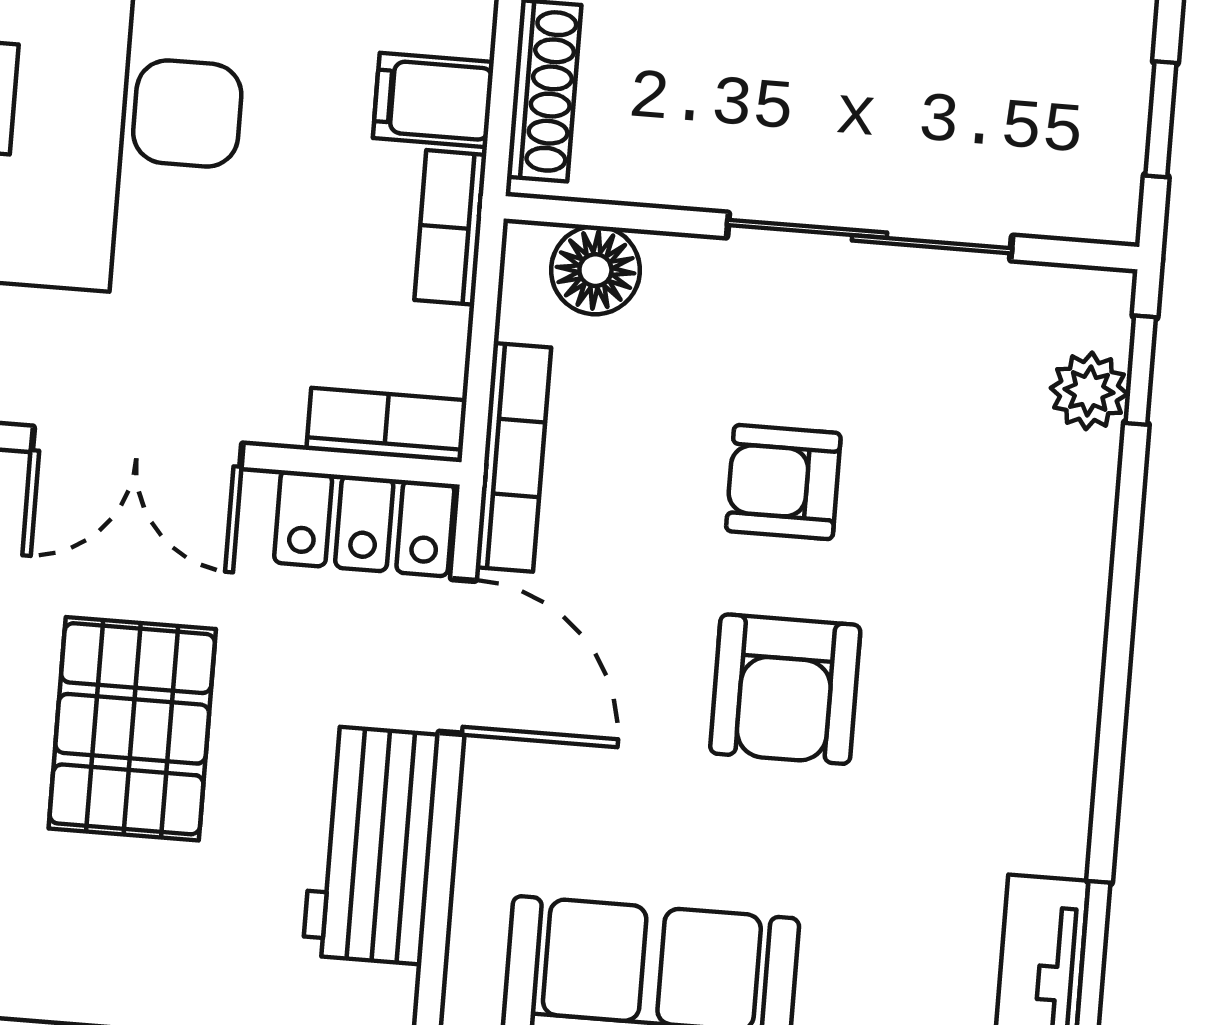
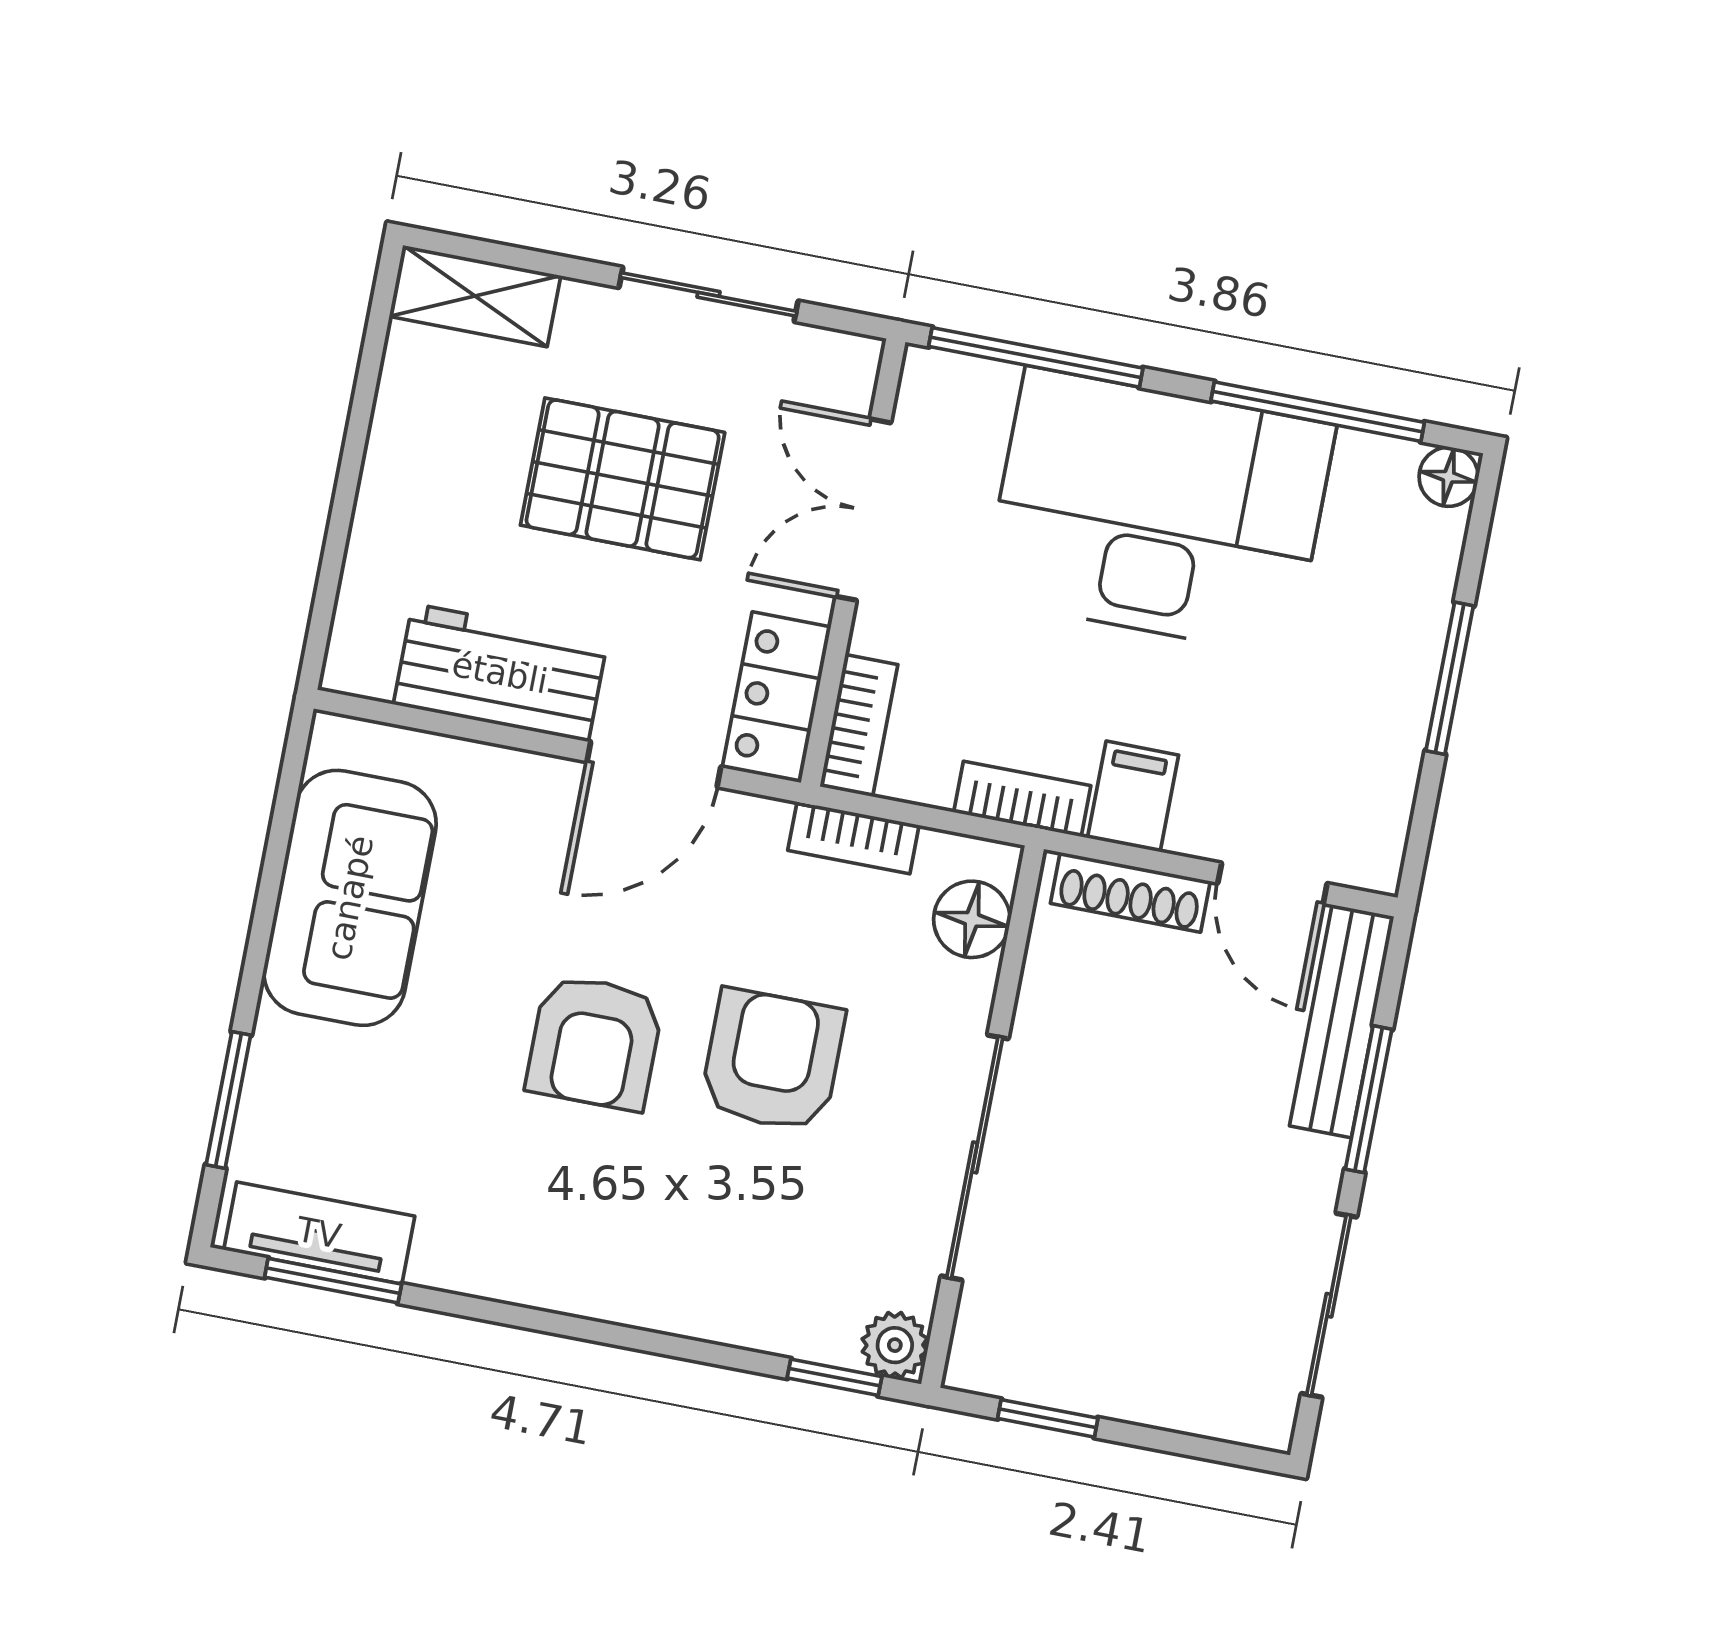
plant: (1089, 391) -> (895, 1345), moved
bookcase: (513, 457) -> (853, 838), width x0.64
armchair: (783, 482) -> (772, 1060), width x1.38, depth x1.38
armchair: (785, 689) -> (595, 1042), turned -90

